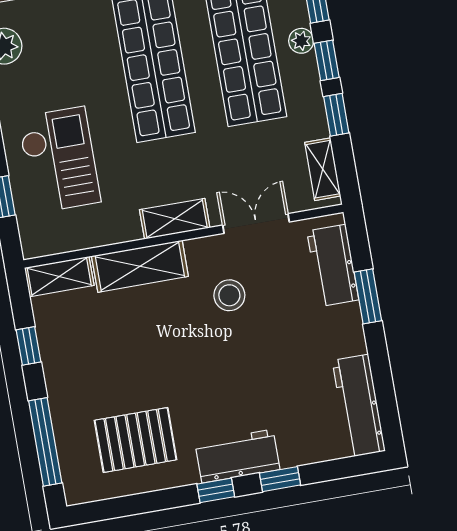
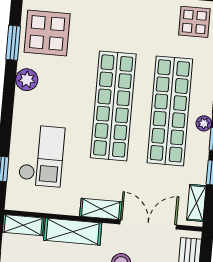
double door: (256, 223) -> (148, 225), width x1.37

